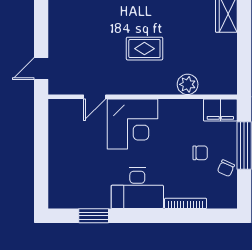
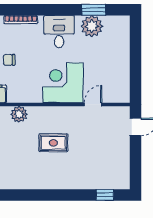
desk: (137, 188) -> (59, 32), width x0.73
plant: (96, 195) -> (92, 26), added

